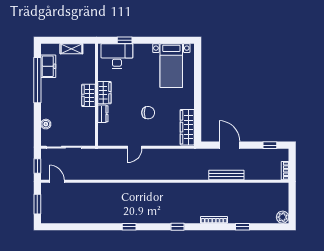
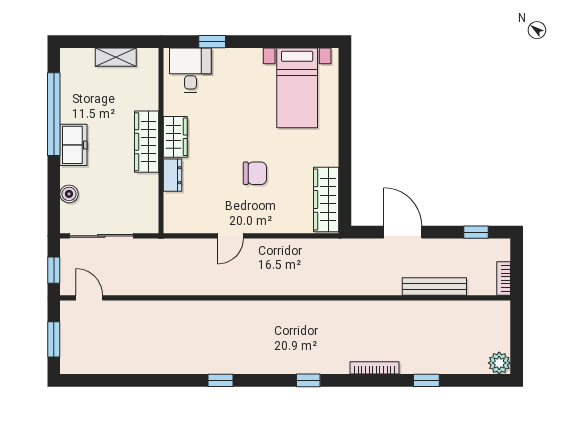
desk: (117, 56) -> (190, 70), width x0.73
freezer: (48, 66) -> (73, 145), moved
wardrobe: (89, 95) -> (147, 142), width x1.50
bench: (226, 175) -> (434, 287), moved

